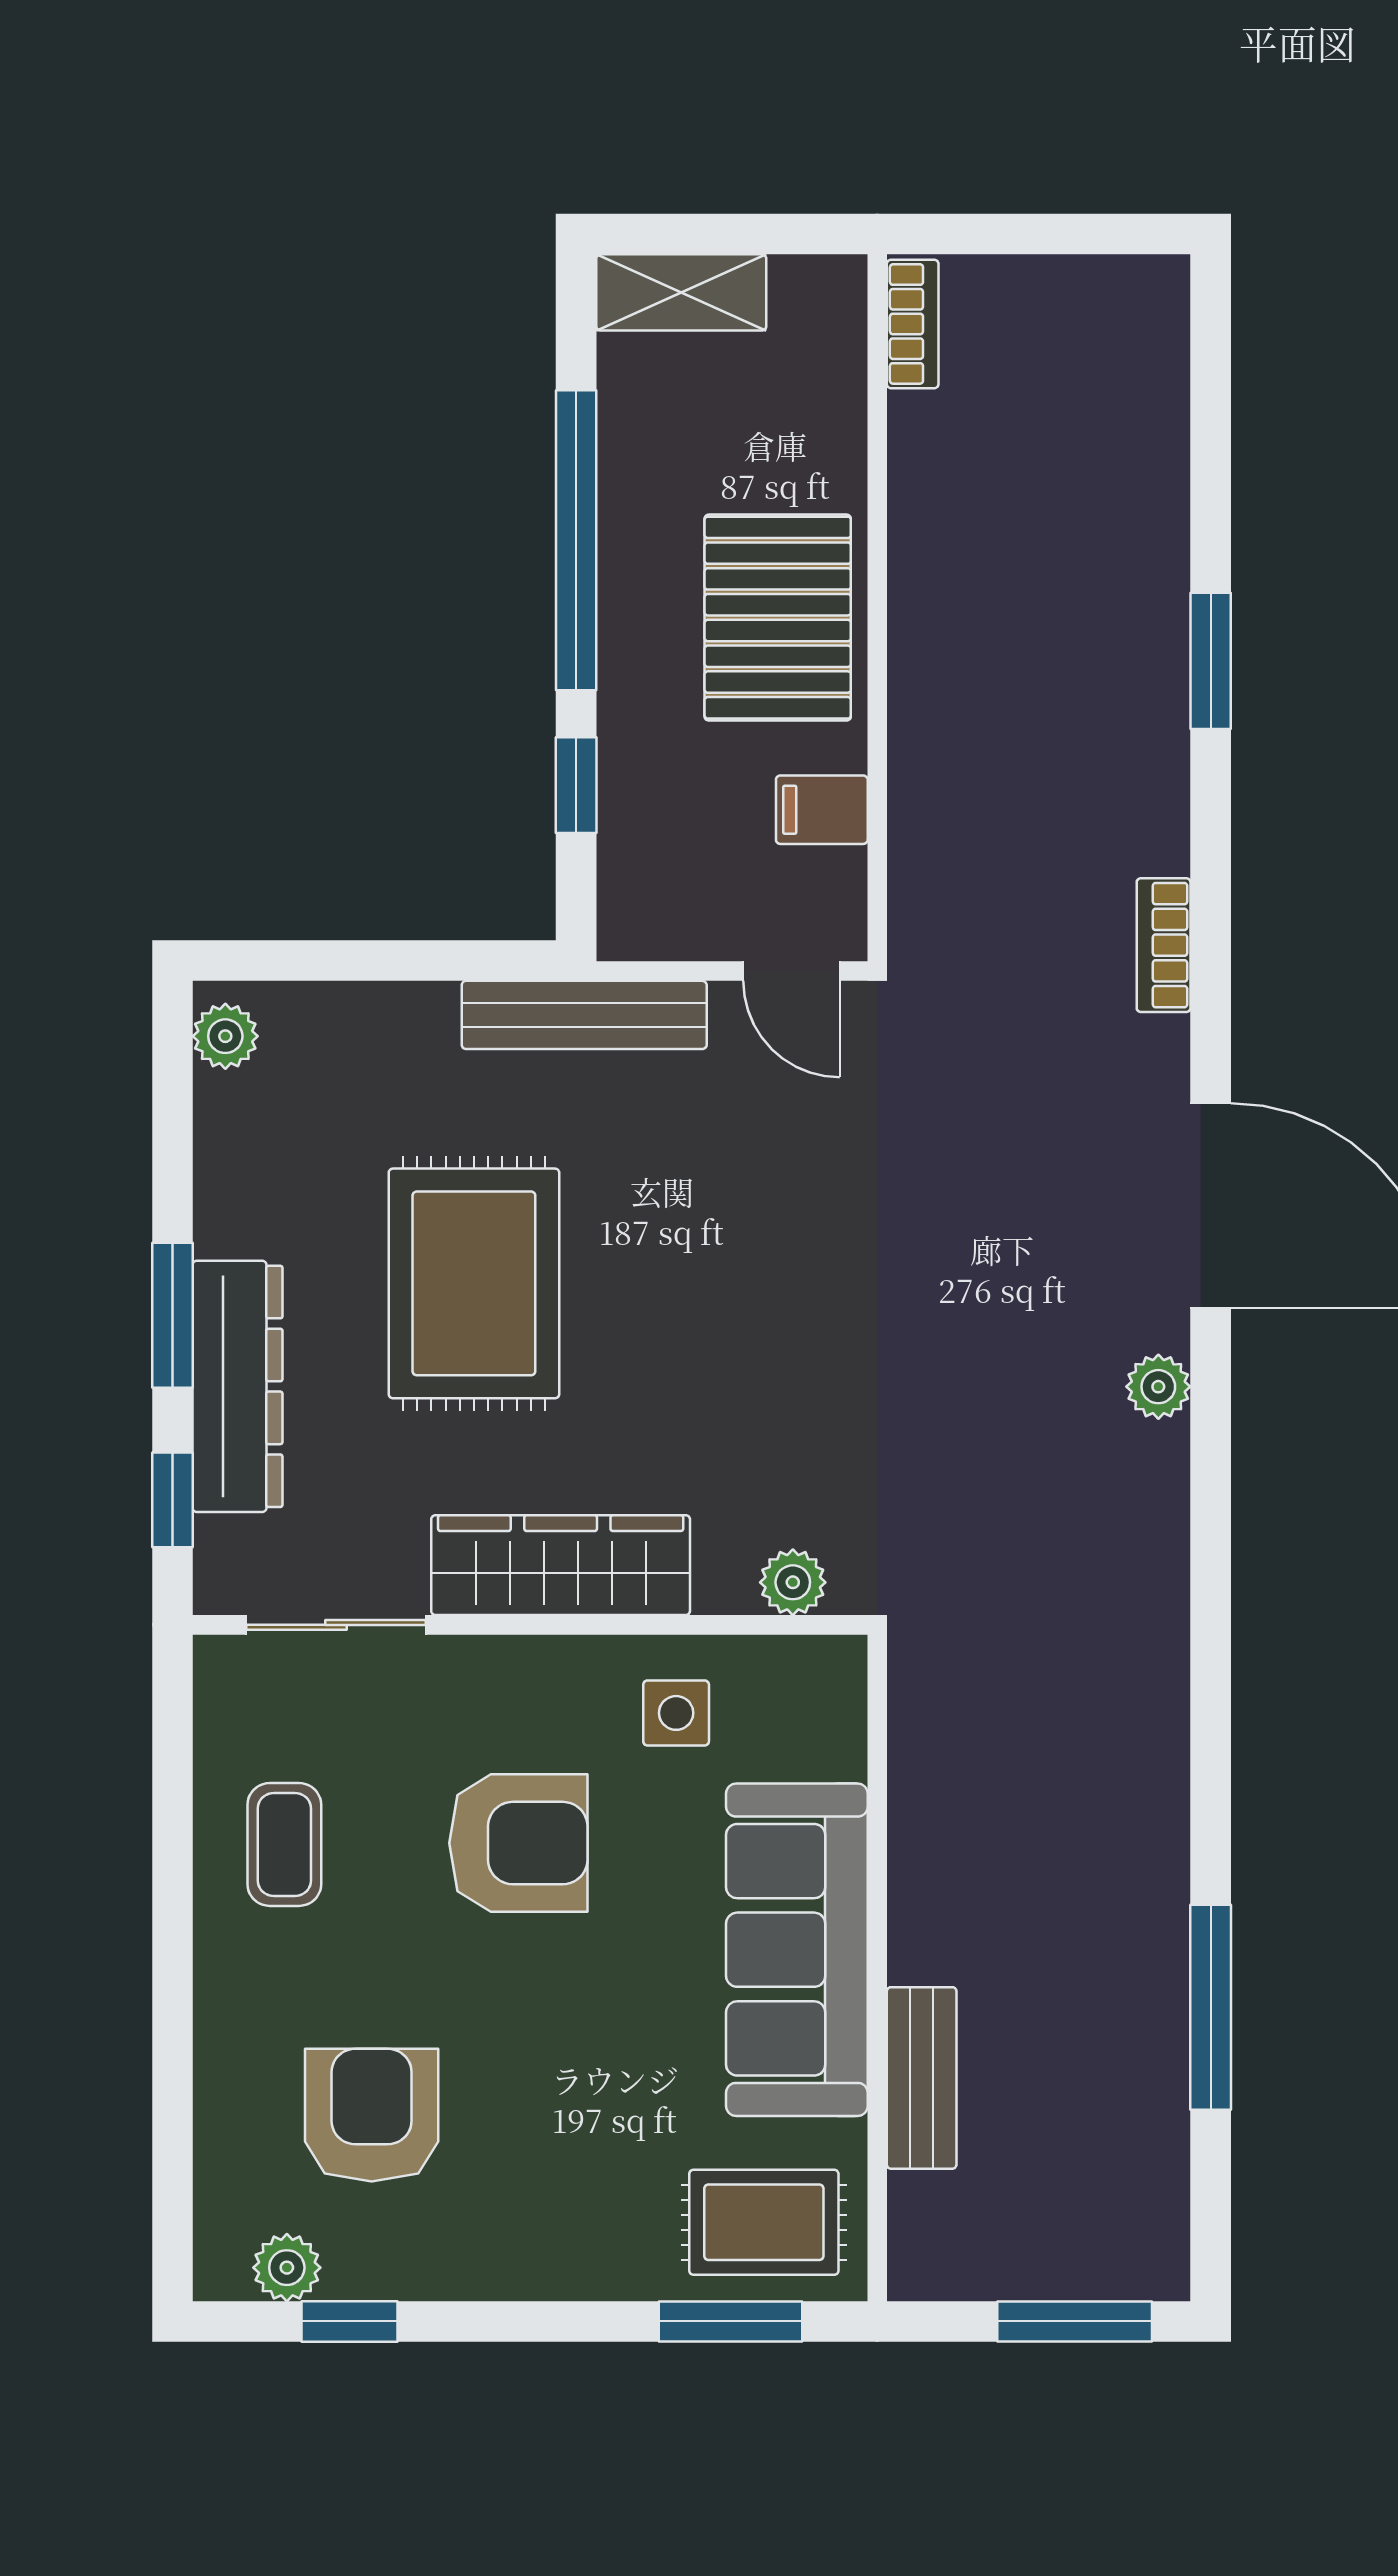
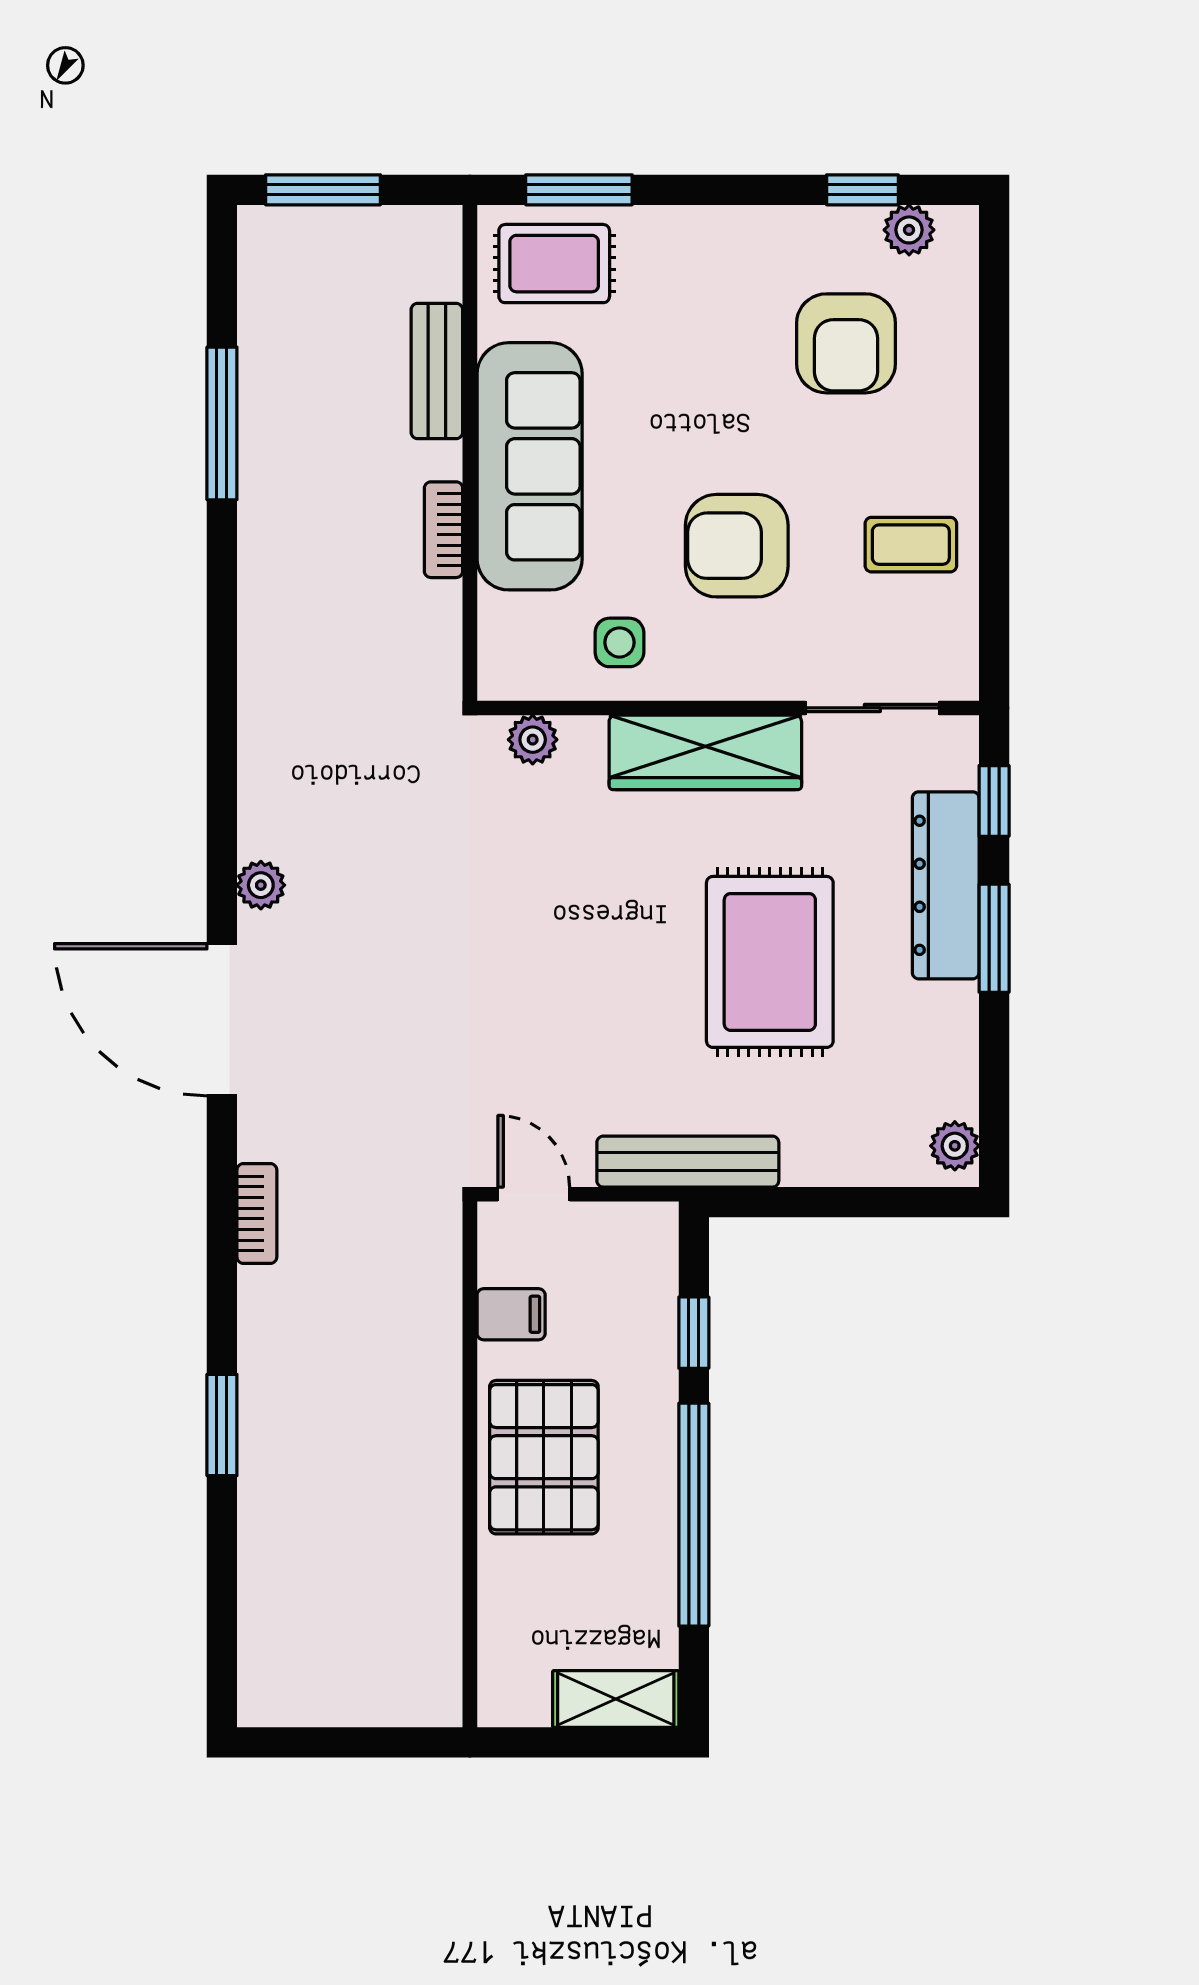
bookcase: (913, 324) -> (444, 530), moved
coffee table: (284, 1844) -> (911, 545), turned 90

